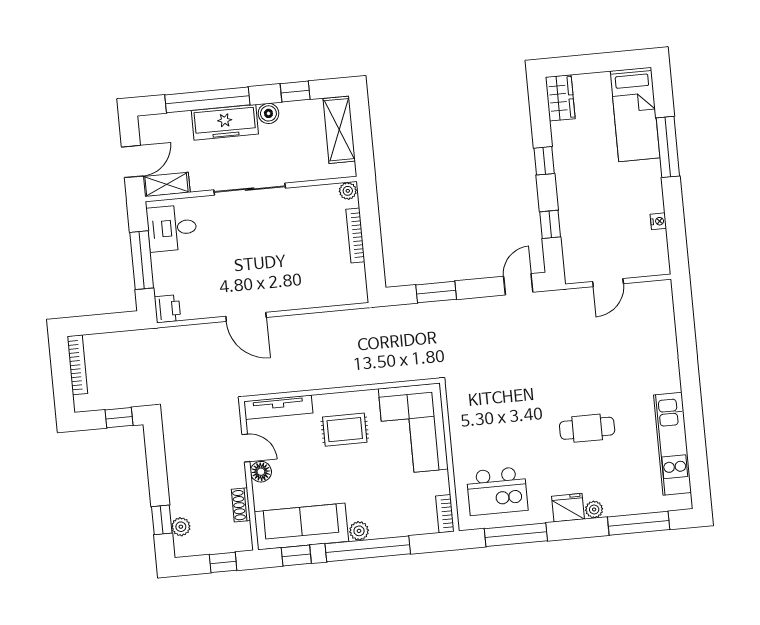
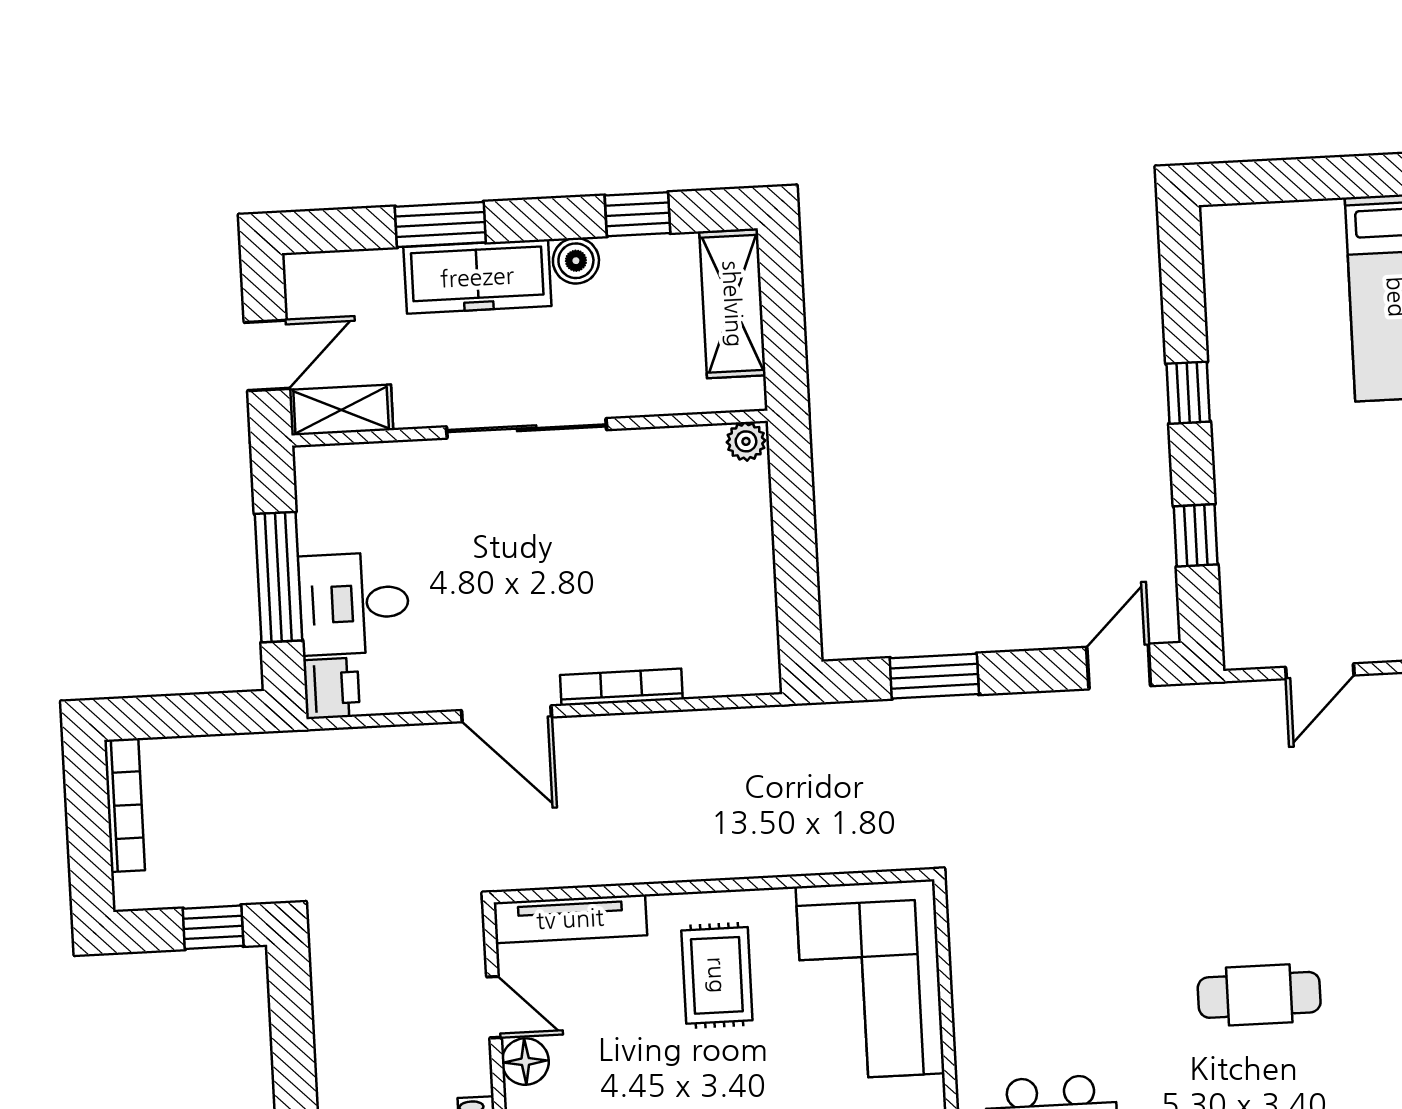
wardrobe: (560, 98) -> (1230, 253), removed
window: (207, 100) -> (440, 225), width x0.47
desk: (172, 228) -> (354, 603), moved
bookcase: (355, 235) -> (621, 687), moved, turned 90
rug: (345, 430) -> (717, 975), turned 90

